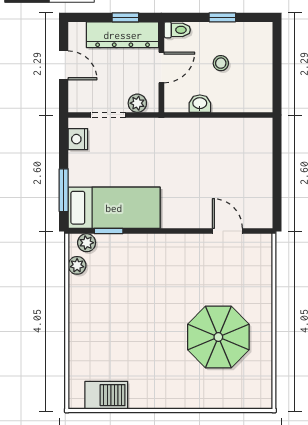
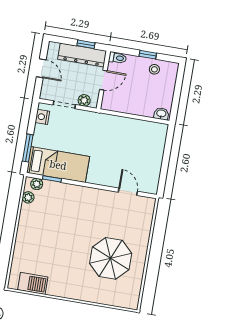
stool: (221, 63) -> (154, 69), moved
washbasin: (200, 104) -> (161, 114), moved

